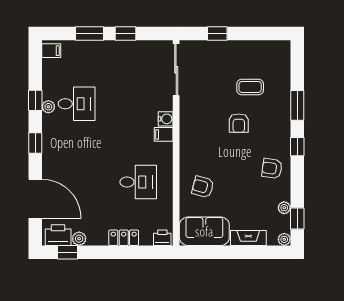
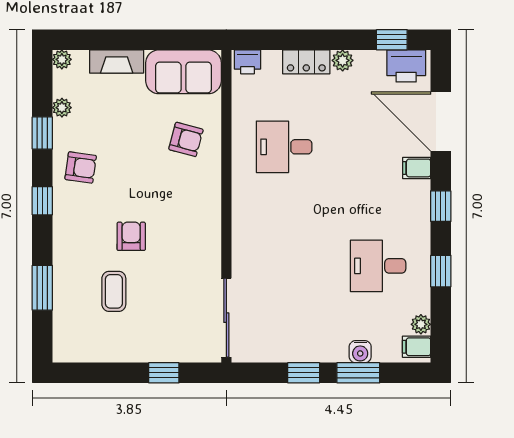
coffee table: (250, 87) -> (114, 291), turned 90
window: (297, 105) -> (42, 288), moved
plant: (48, 107) -> (421, 324), moved
water cooler: (166, 119) -> (360, 352), moved, turned -90
filing cabinet: (164, 134) -> (417, 168), moved, turned 180
window: (297, 219) -> (42, 133), moved
plant: (79, 239) -> (343, 60), moved

